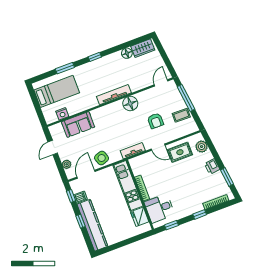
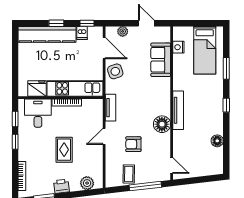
wardrobe: (143, 48) -> (216, 160), removed
rug: (180, 152) -> (64, 150), moved
window: (200, 214) -> (15, 142), moved

